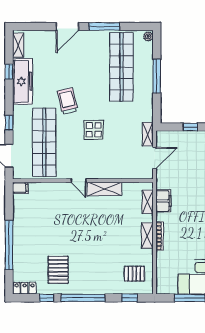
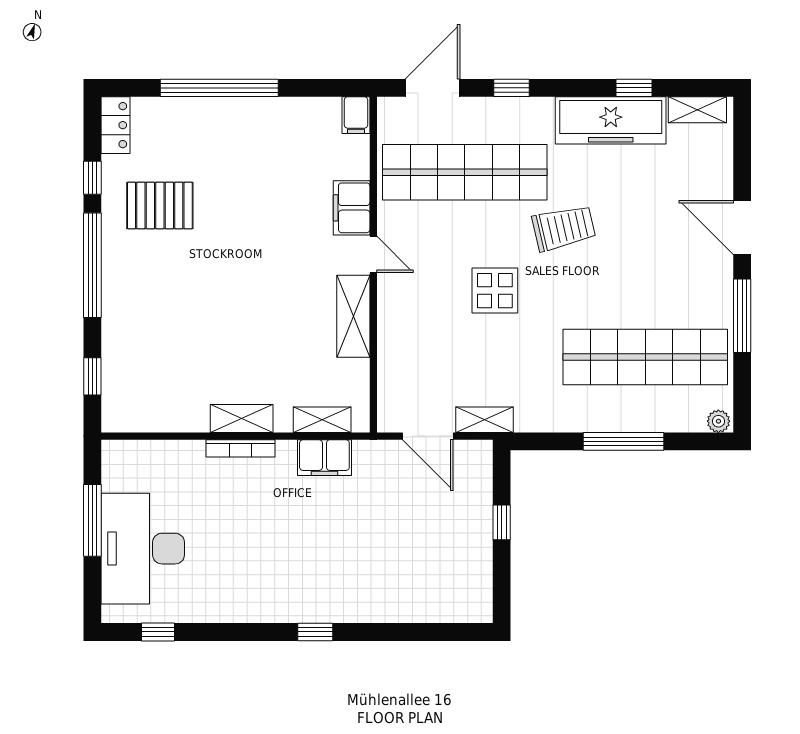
door: (79, 181) -> (373, 254), swing flipped
filing cabinet: (59, 190) -> (352, 208), added
pallet: (134, 274) -> (150, 388), removed

